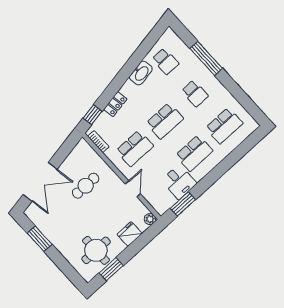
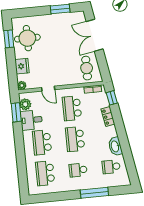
cafe table: (86, 186) -> (87, 68), moved
plant: (167, 201) -> (25, 104), added

